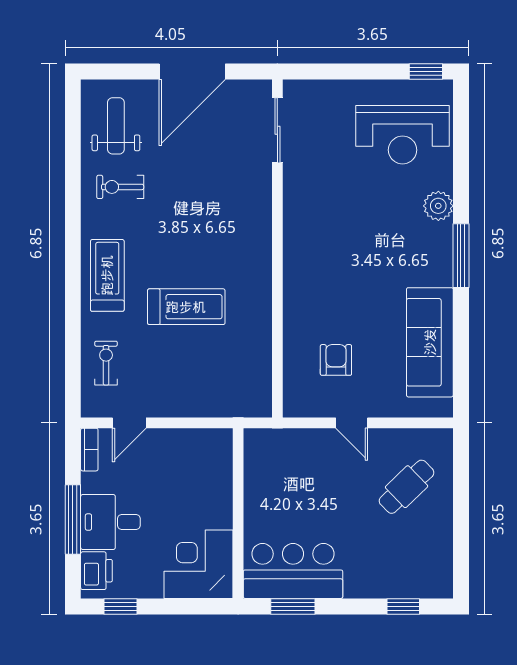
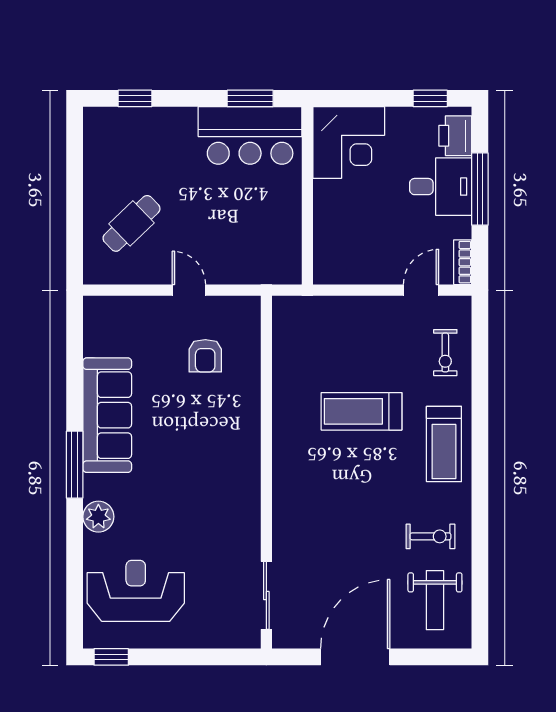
sofa: (430, 342) -> (107, 415), moved

